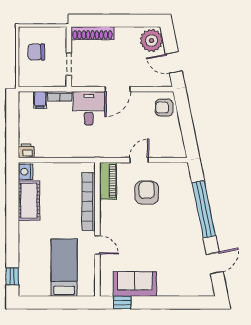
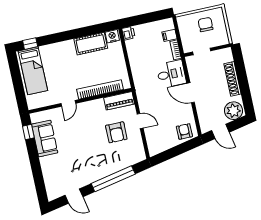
shoe rack: (93, 33) -> (232, 79), moved
door: (174, 63) -> (220, 131), swing flipped
armchair: (147, 193) -> (116, 132), turned 90
bed: (64, 268) -> (33, 71), moved, turned 90

